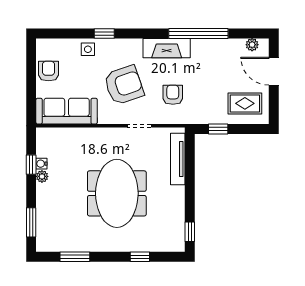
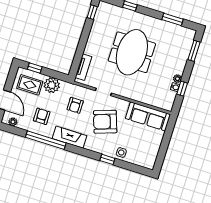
armchair: (49, 71) -> (42, 116), moved, turned 180
plant: (214, 113) -> (52, 85), added
window: (218, 129) -> (35, 68), moved
tv unit: (178, 159) -> (83, 67), width x0.71

